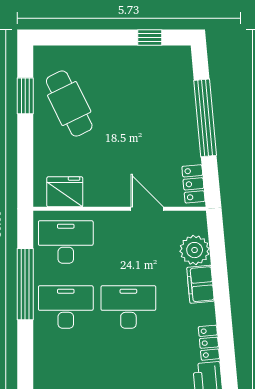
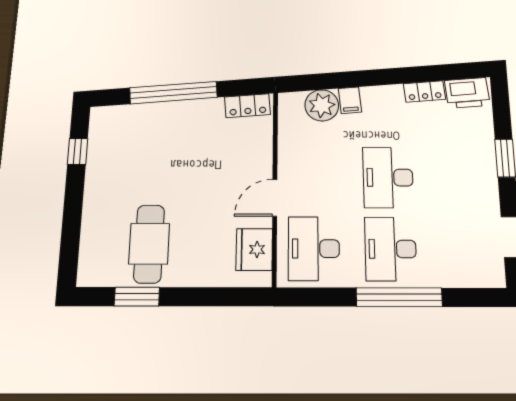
cafe table: (69, 104) -> (149, 244), turned -64
door: (147, 209) -> (275, 198), moved
window: (25, 284) -> (399, 297), moved
filing cabinet: (200, 284) -> (350, 100), width x0.50

